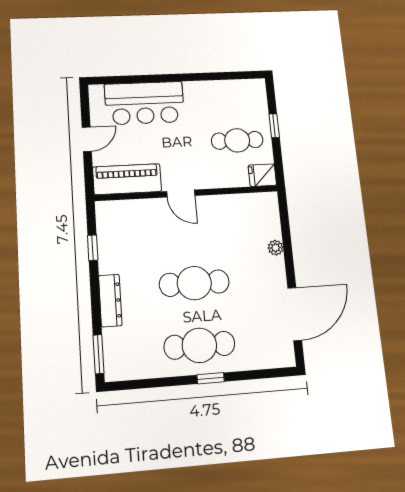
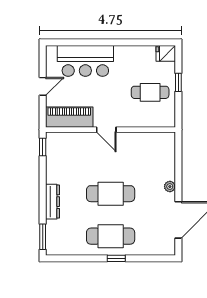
fridge: (262, 175) -> (166, 53), moved
window: (93, 248) -> (43, 147), moved
plant: (276, 248) -> (170, 187), moved

